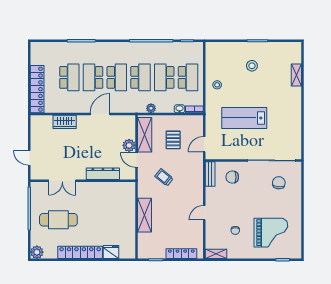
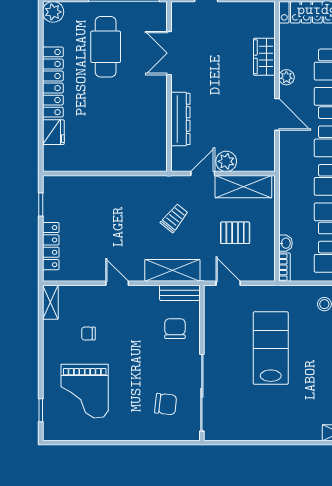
plant: (151, 108) -> (286, 77), moved
shelving: (144, 215) -> (172, 270), moved

